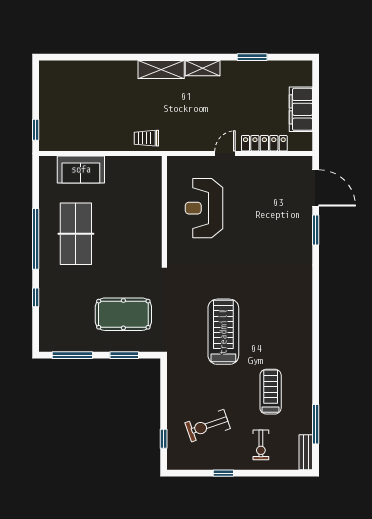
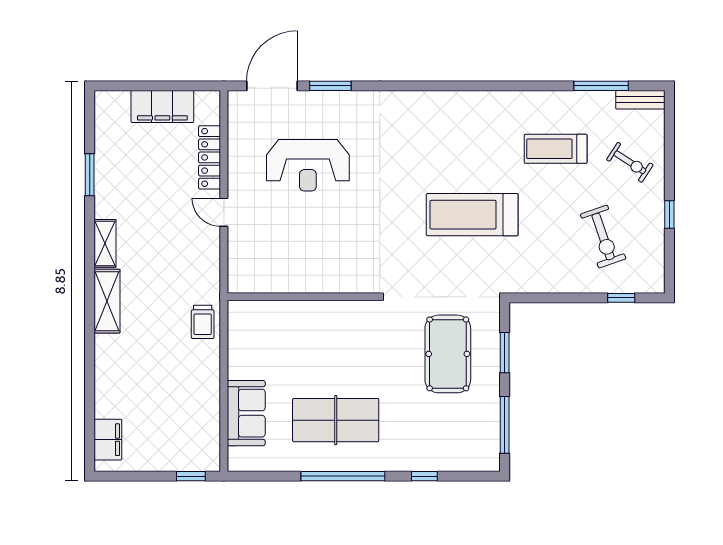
filing cabinet: (62, 70) -> (108, 440), added
reception desk: (204, 208) -> (308, 165), moved
exercise bike: (261, 445) -> (630, 162), turned 33

